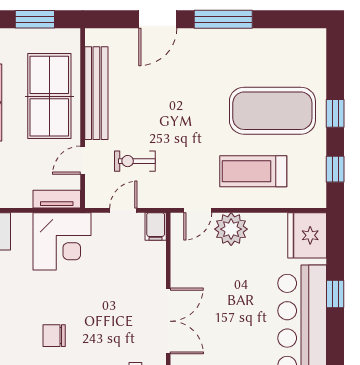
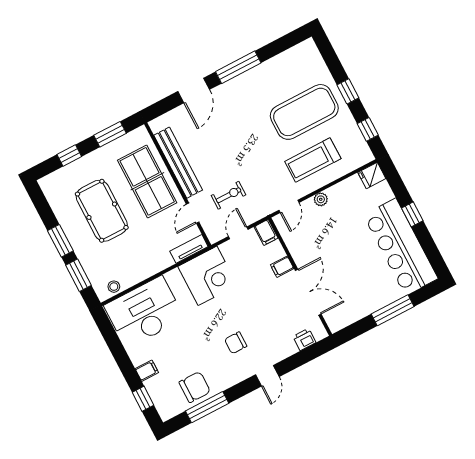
exercise bike: (135, 161) -> (229, 195), turned 180
plant: (231, 229) -> (321, 199), width x0.53, depth x0.53
fridge: (307, 235) -> (372, 175), width x0.53, depth x0.75
filing cabinet: (154, 276) -> (282, 267), added

